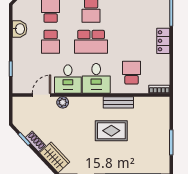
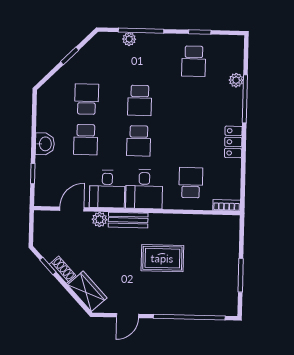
washbasin: (20, 29) -> (45, 144), moved
school desk: (91, 42) -> (139, 141), width x0.54
bench: (118, 102) -> (128, 220), moved

